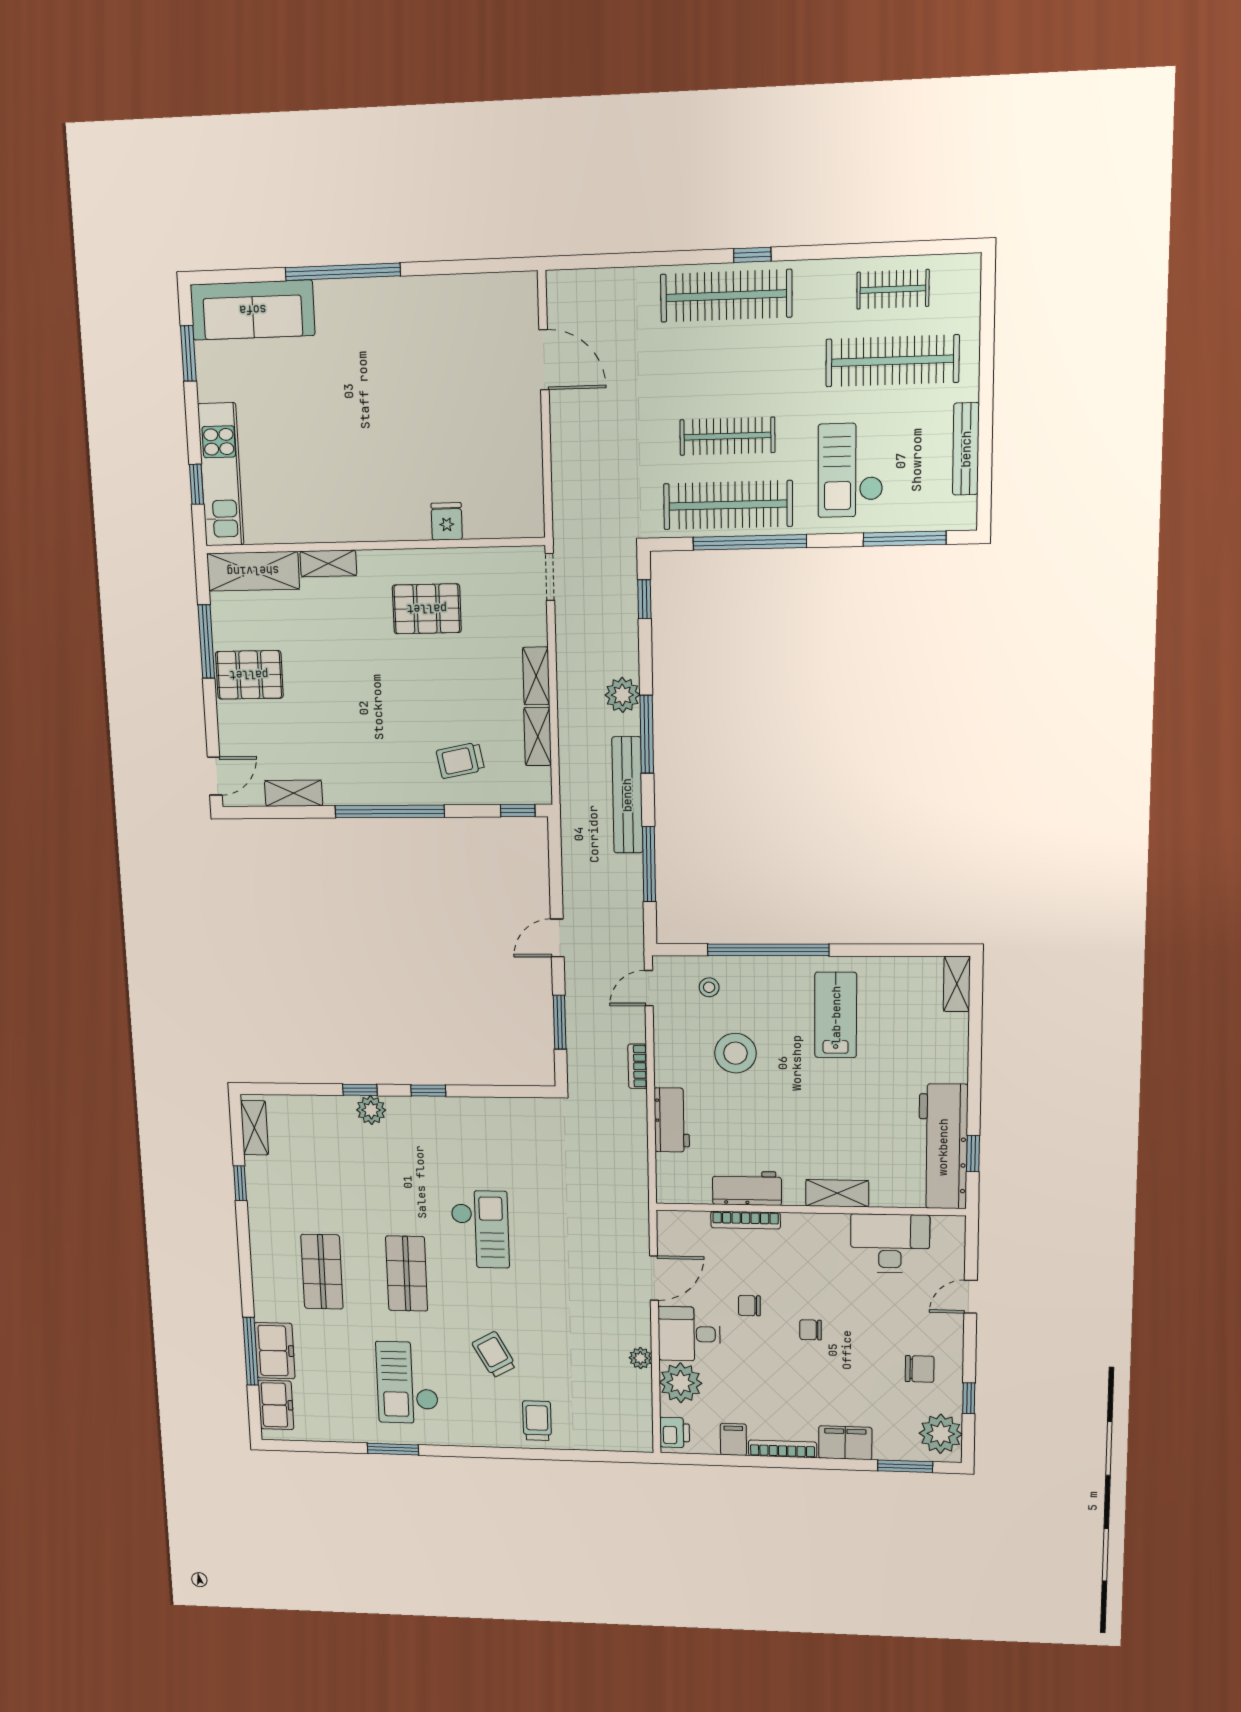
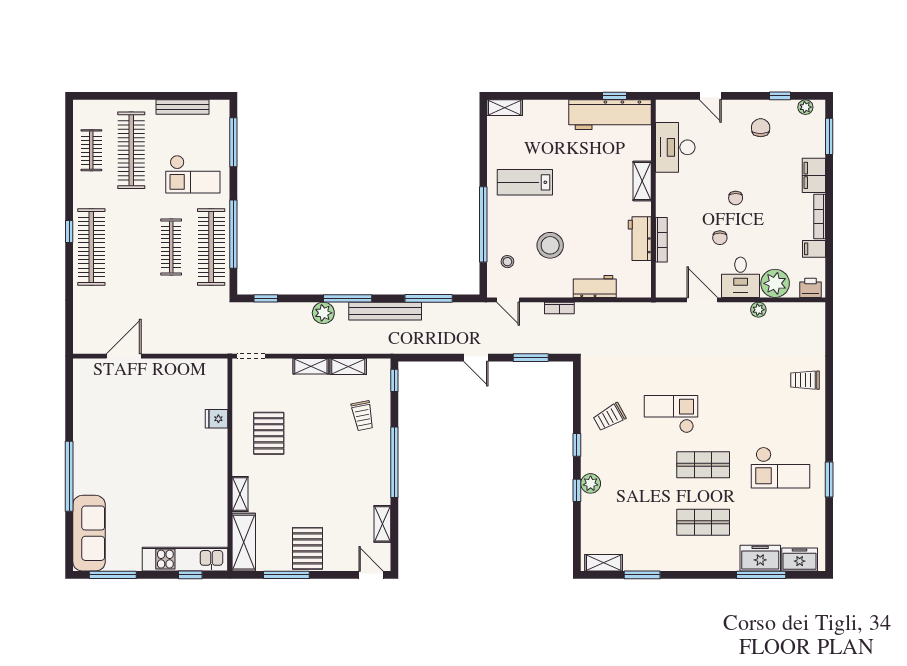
window: (188, 353) -> (113, 575), width x1.44
window: (240, 1183) -> (642, 575), width x1.50
trolley: (494, 1355) -> (610, 417), moved
plant: (941, 1434) -> (805, 107), width x0.53, depth x0.53

